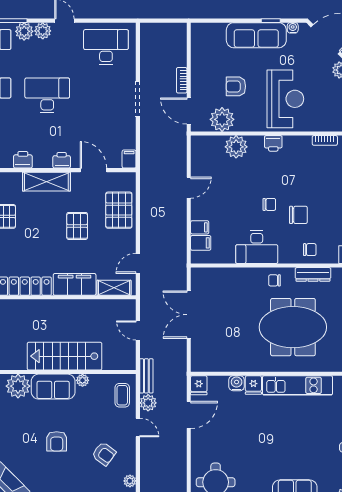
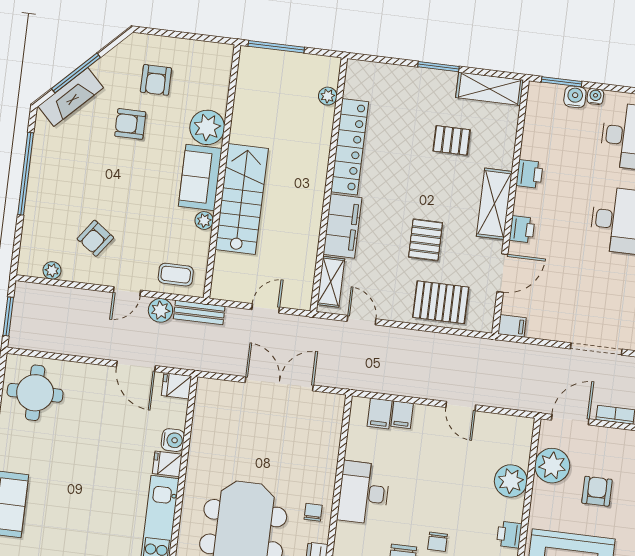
chair: (269, 204) -> (437, 542), moved
pallet: (77, 226) -> (426, 240), turned 90
armchair: (57, 441) -> (130, 124), moved

